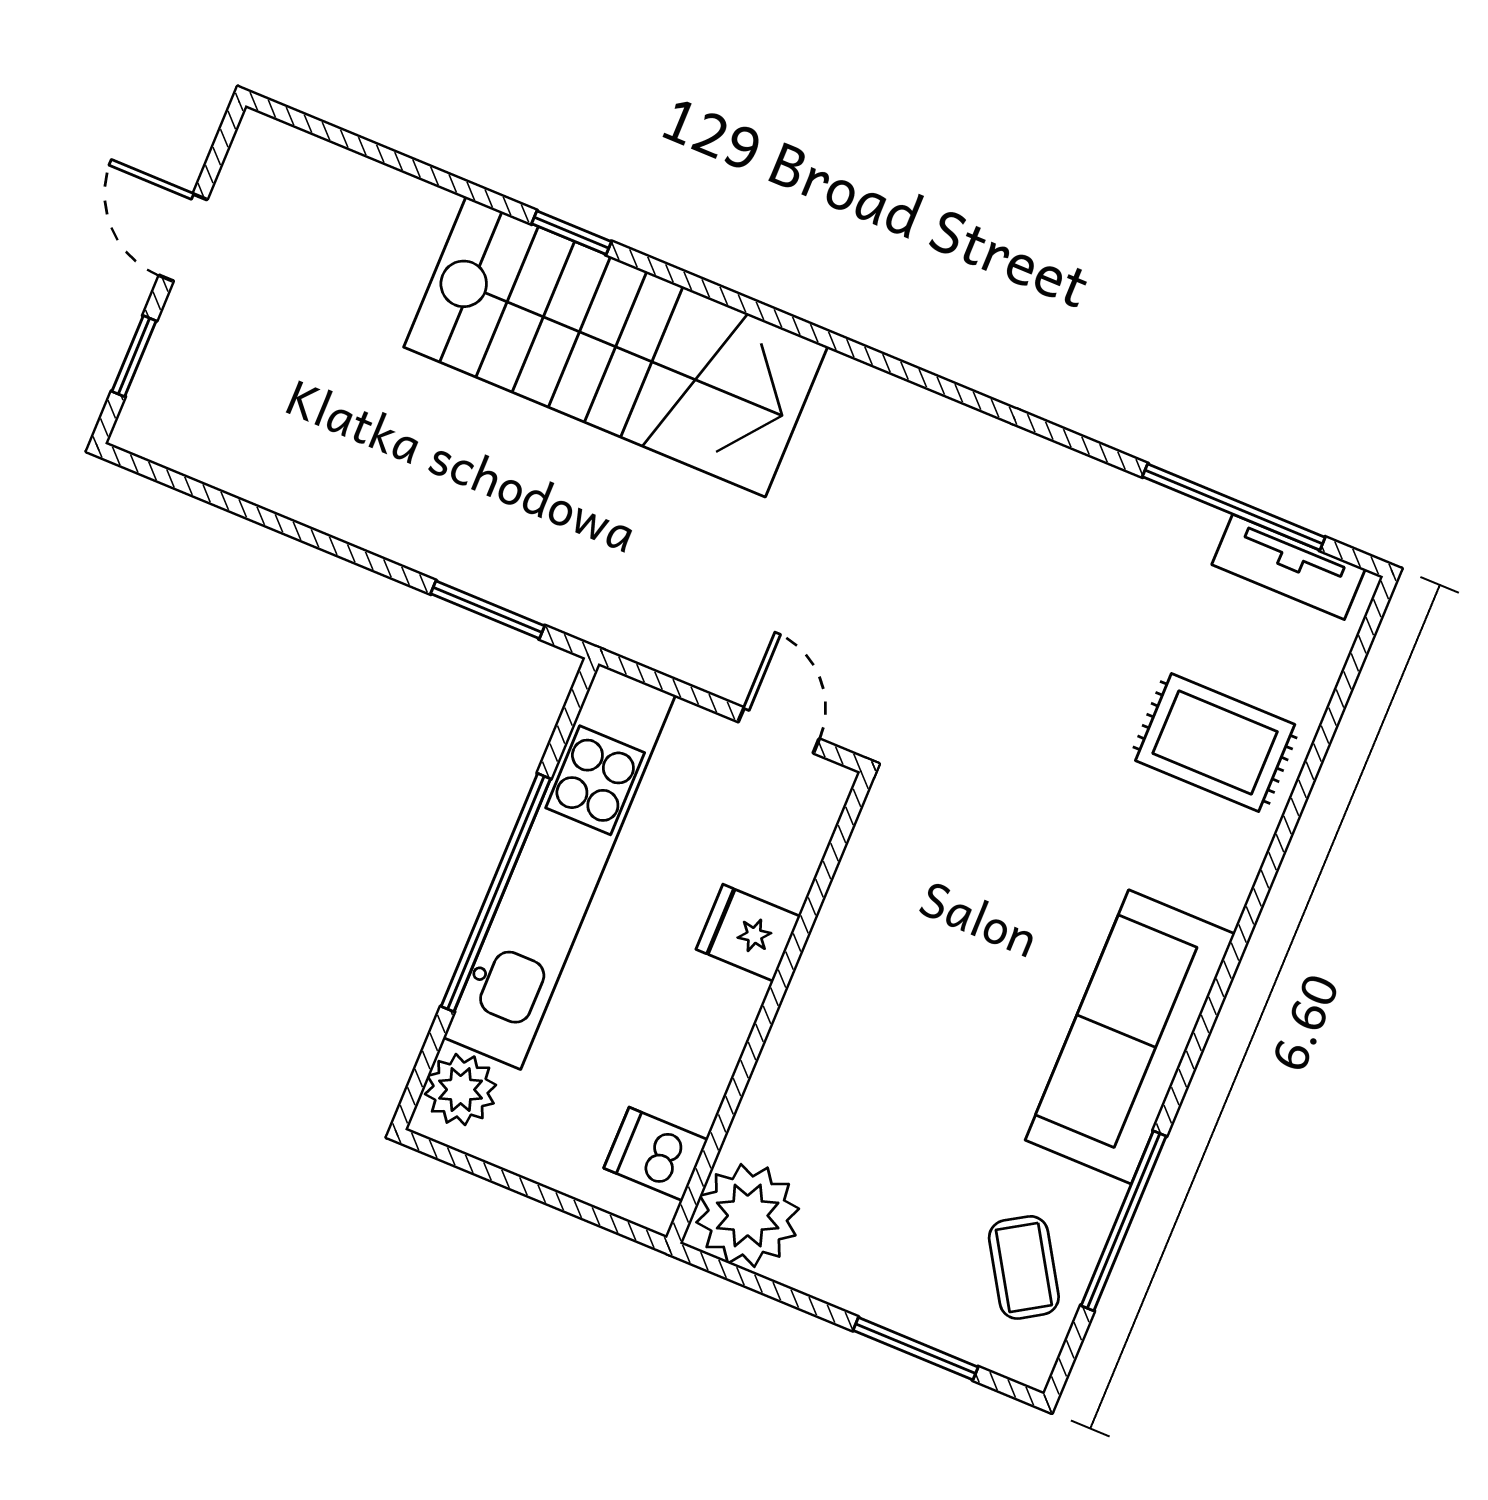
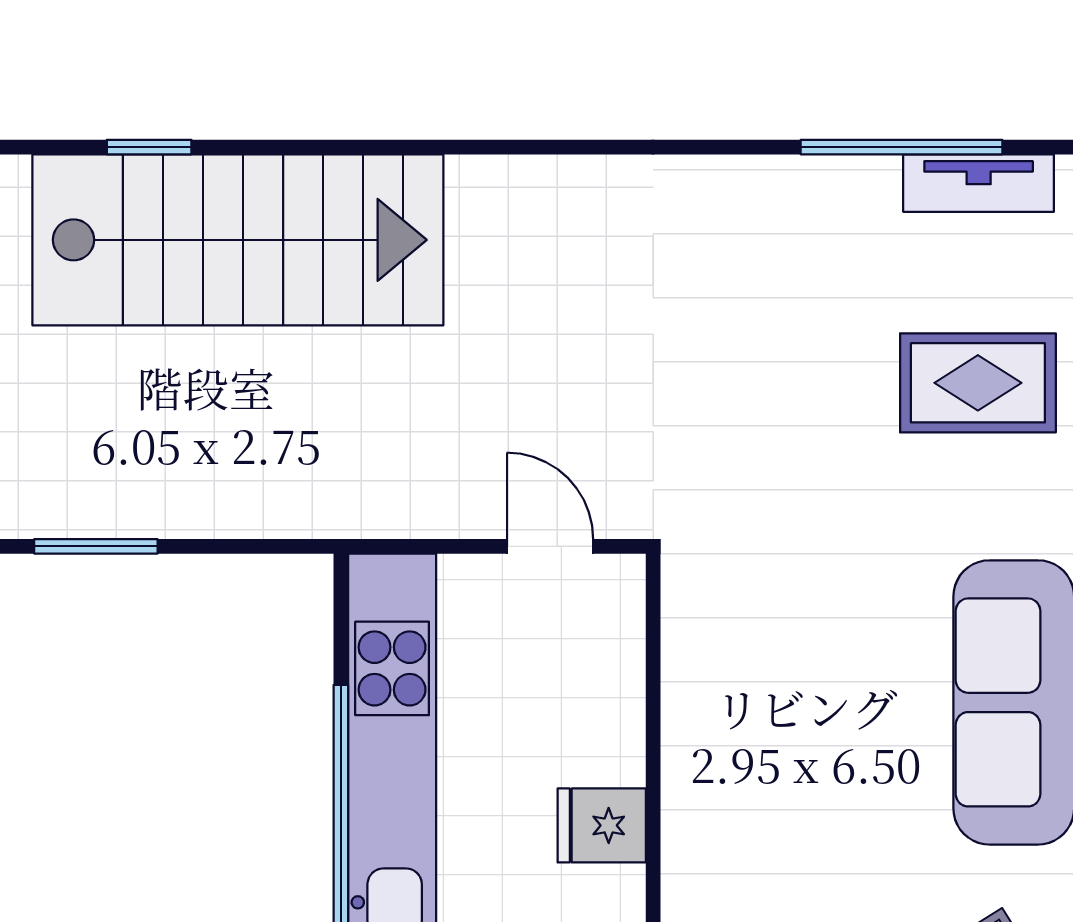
window: (488, 610) -> (96, 546), moved
fridge: (748, 933) -> (602, 825), moved

